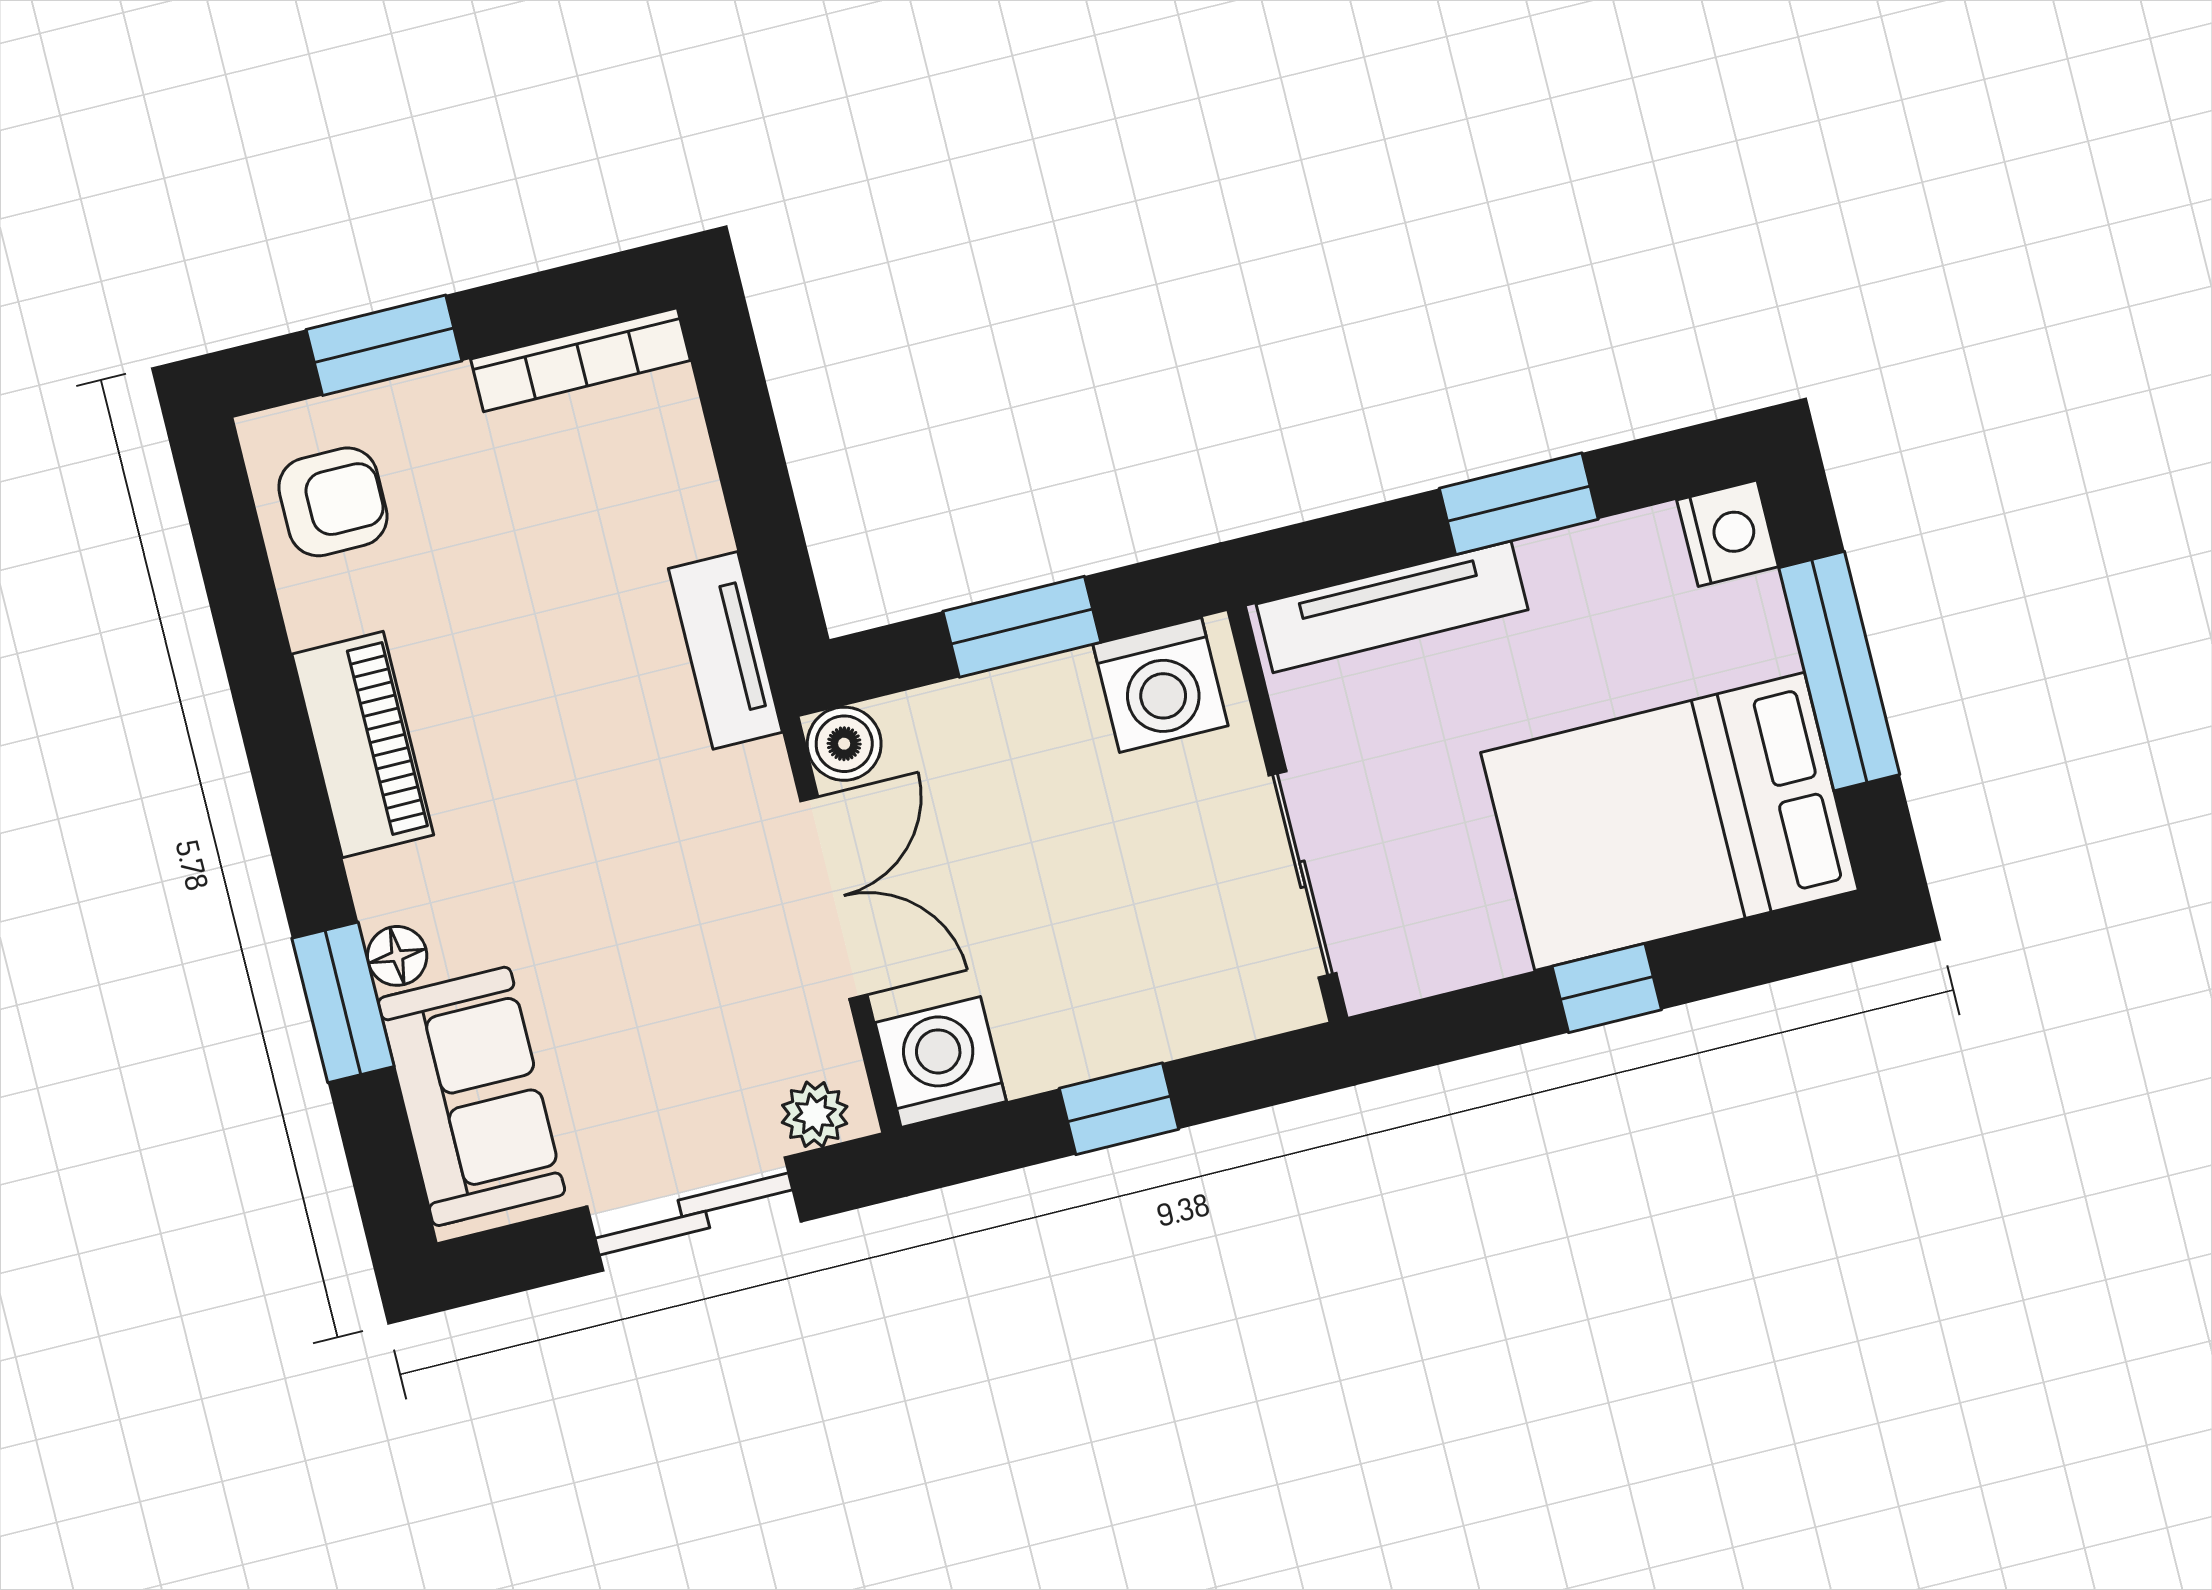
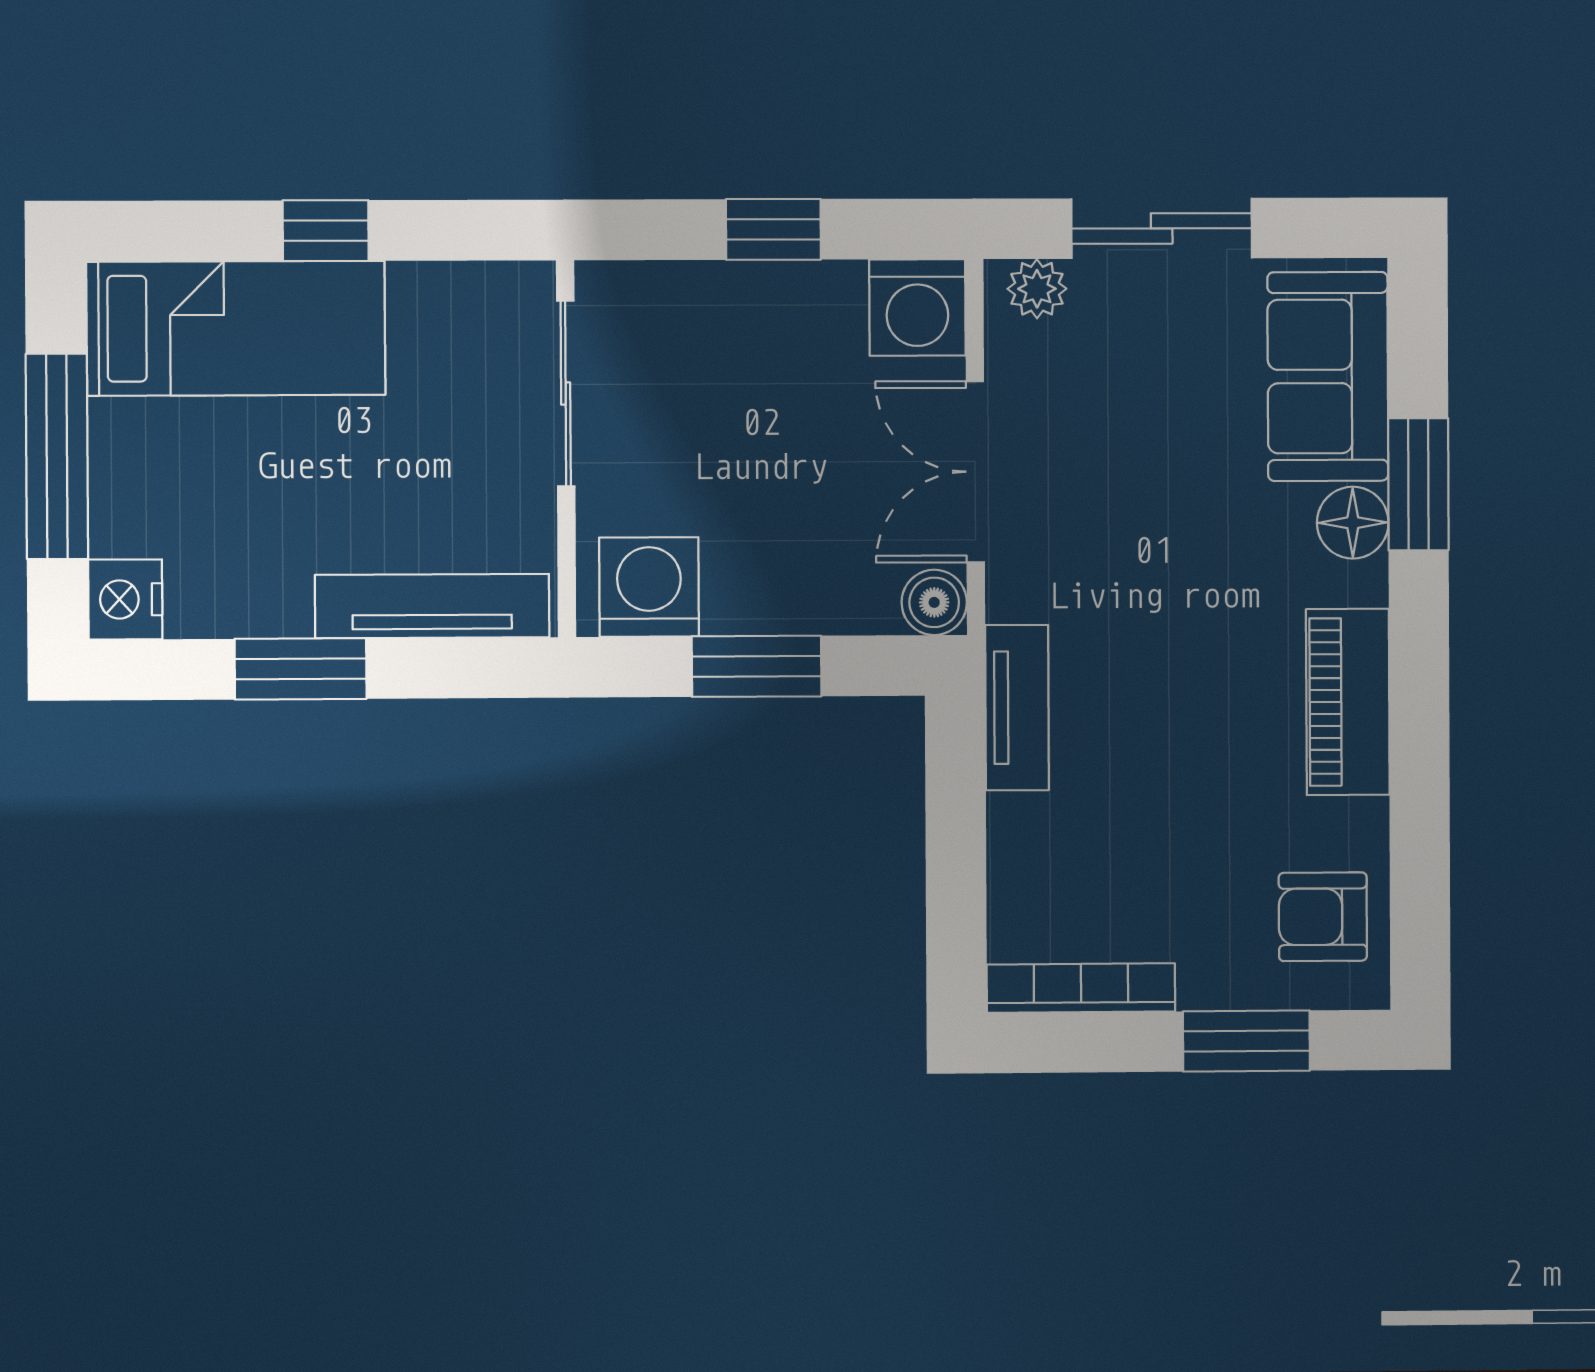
bed: (1670, 821) -> (236, 328), width x0.67
floor lamp: (397, 956) -> (1353, 523), width x1.37, depth x1.37

